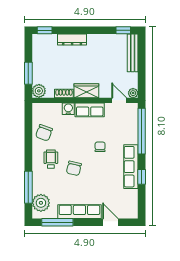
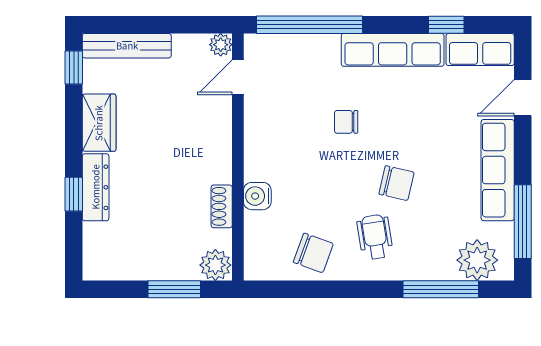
window: (45, 30) -> (74, 194), moved
wardrobe: (86, 91) -> (99, 123), moved, turned 180
row of seats: (90, 110) -> (480, 49), moved, turned 90
wheelchair: (51, 159) -> (375, 237), turned 81
window: (142, 177) -> (446, 25), moved

